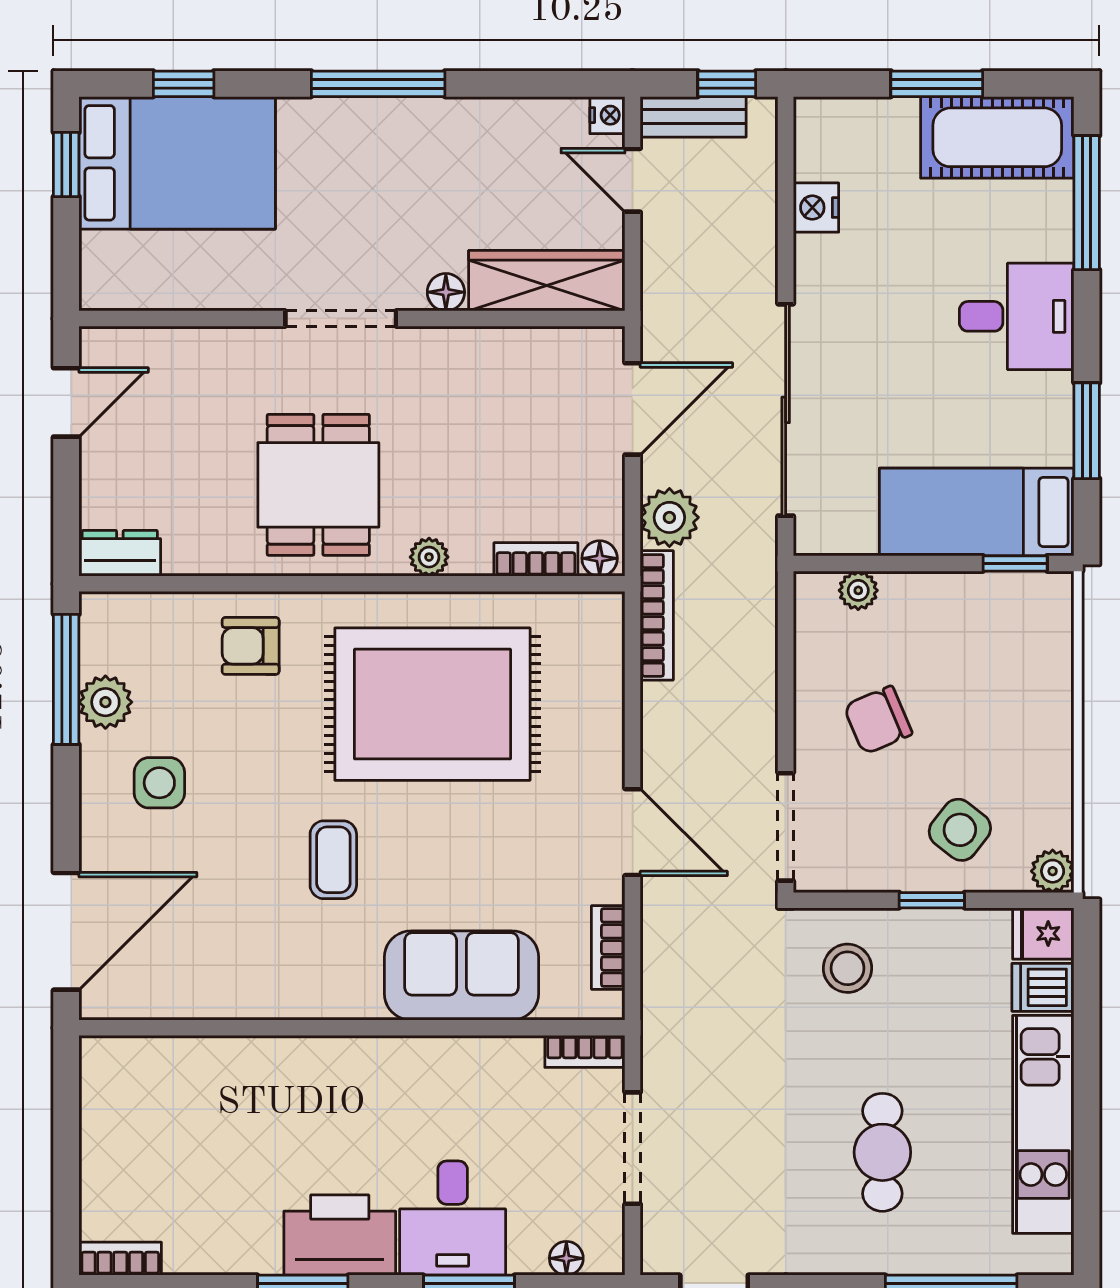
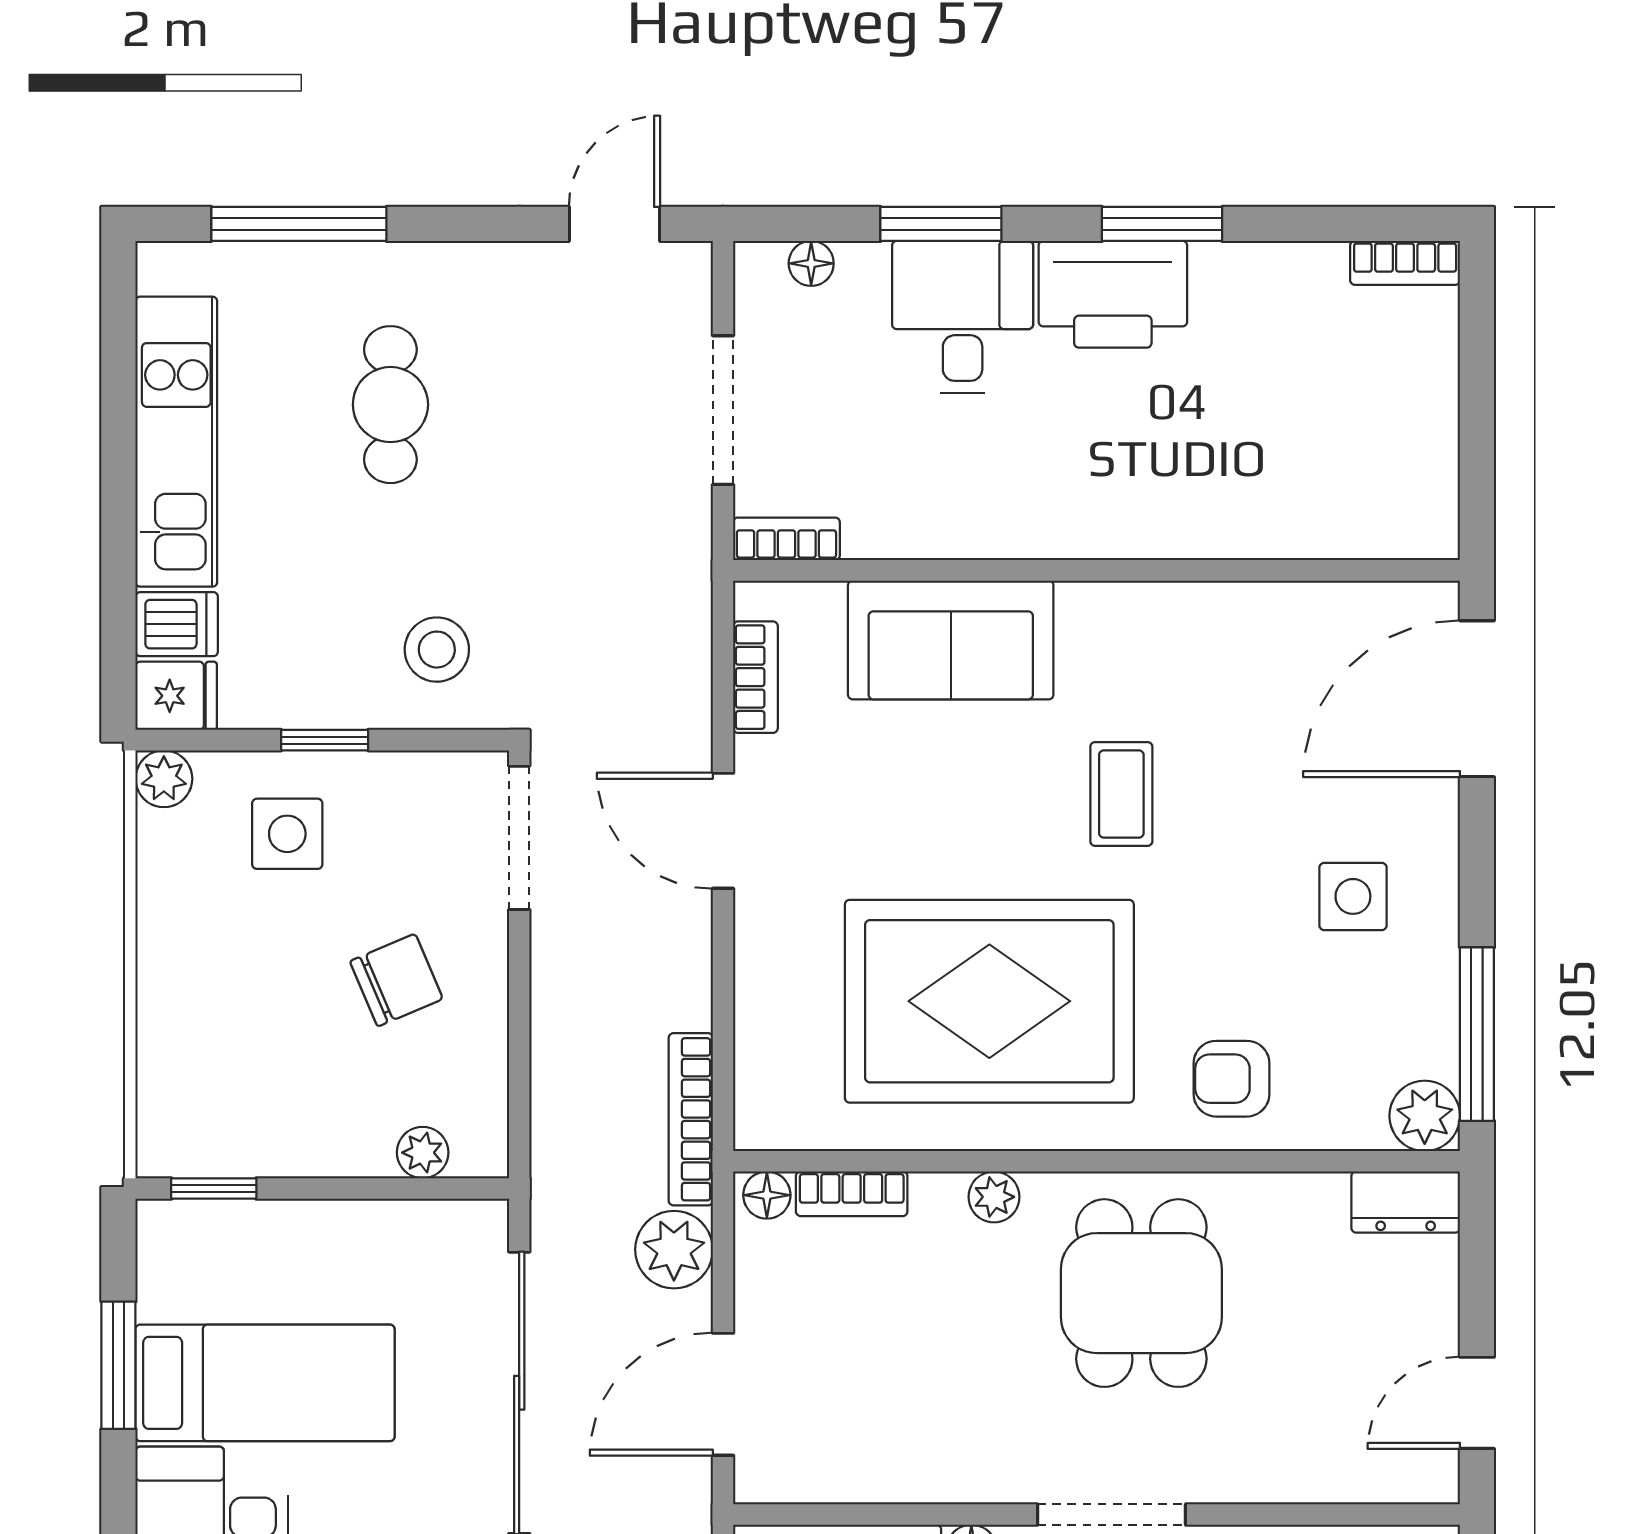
bed: (977, 512) -> (265, 1383), moved
armchair: (251, 646) -> (1231, 1079), turned 180
plant: (105, 702) -> (1425, 1116), moved
side table: (960, 830) -> (287, 834), turned -38

